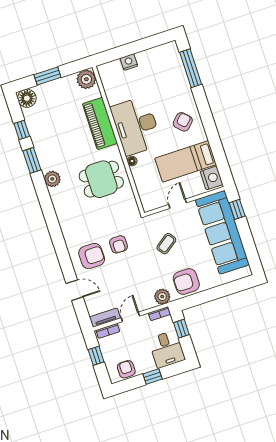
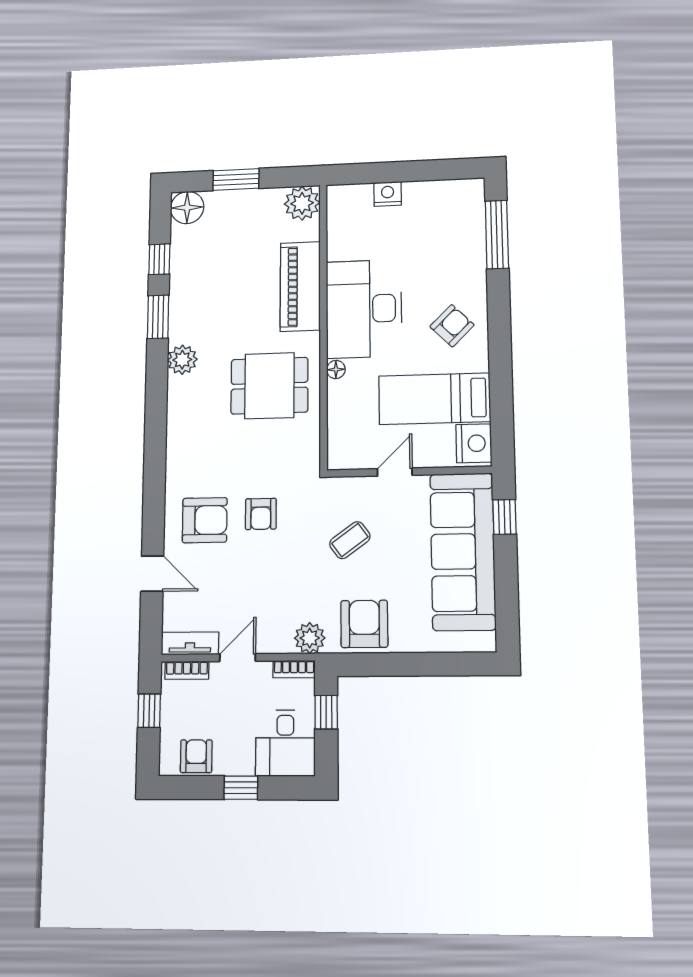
armchair: (186, 282) -> (364, 624), turned 90

